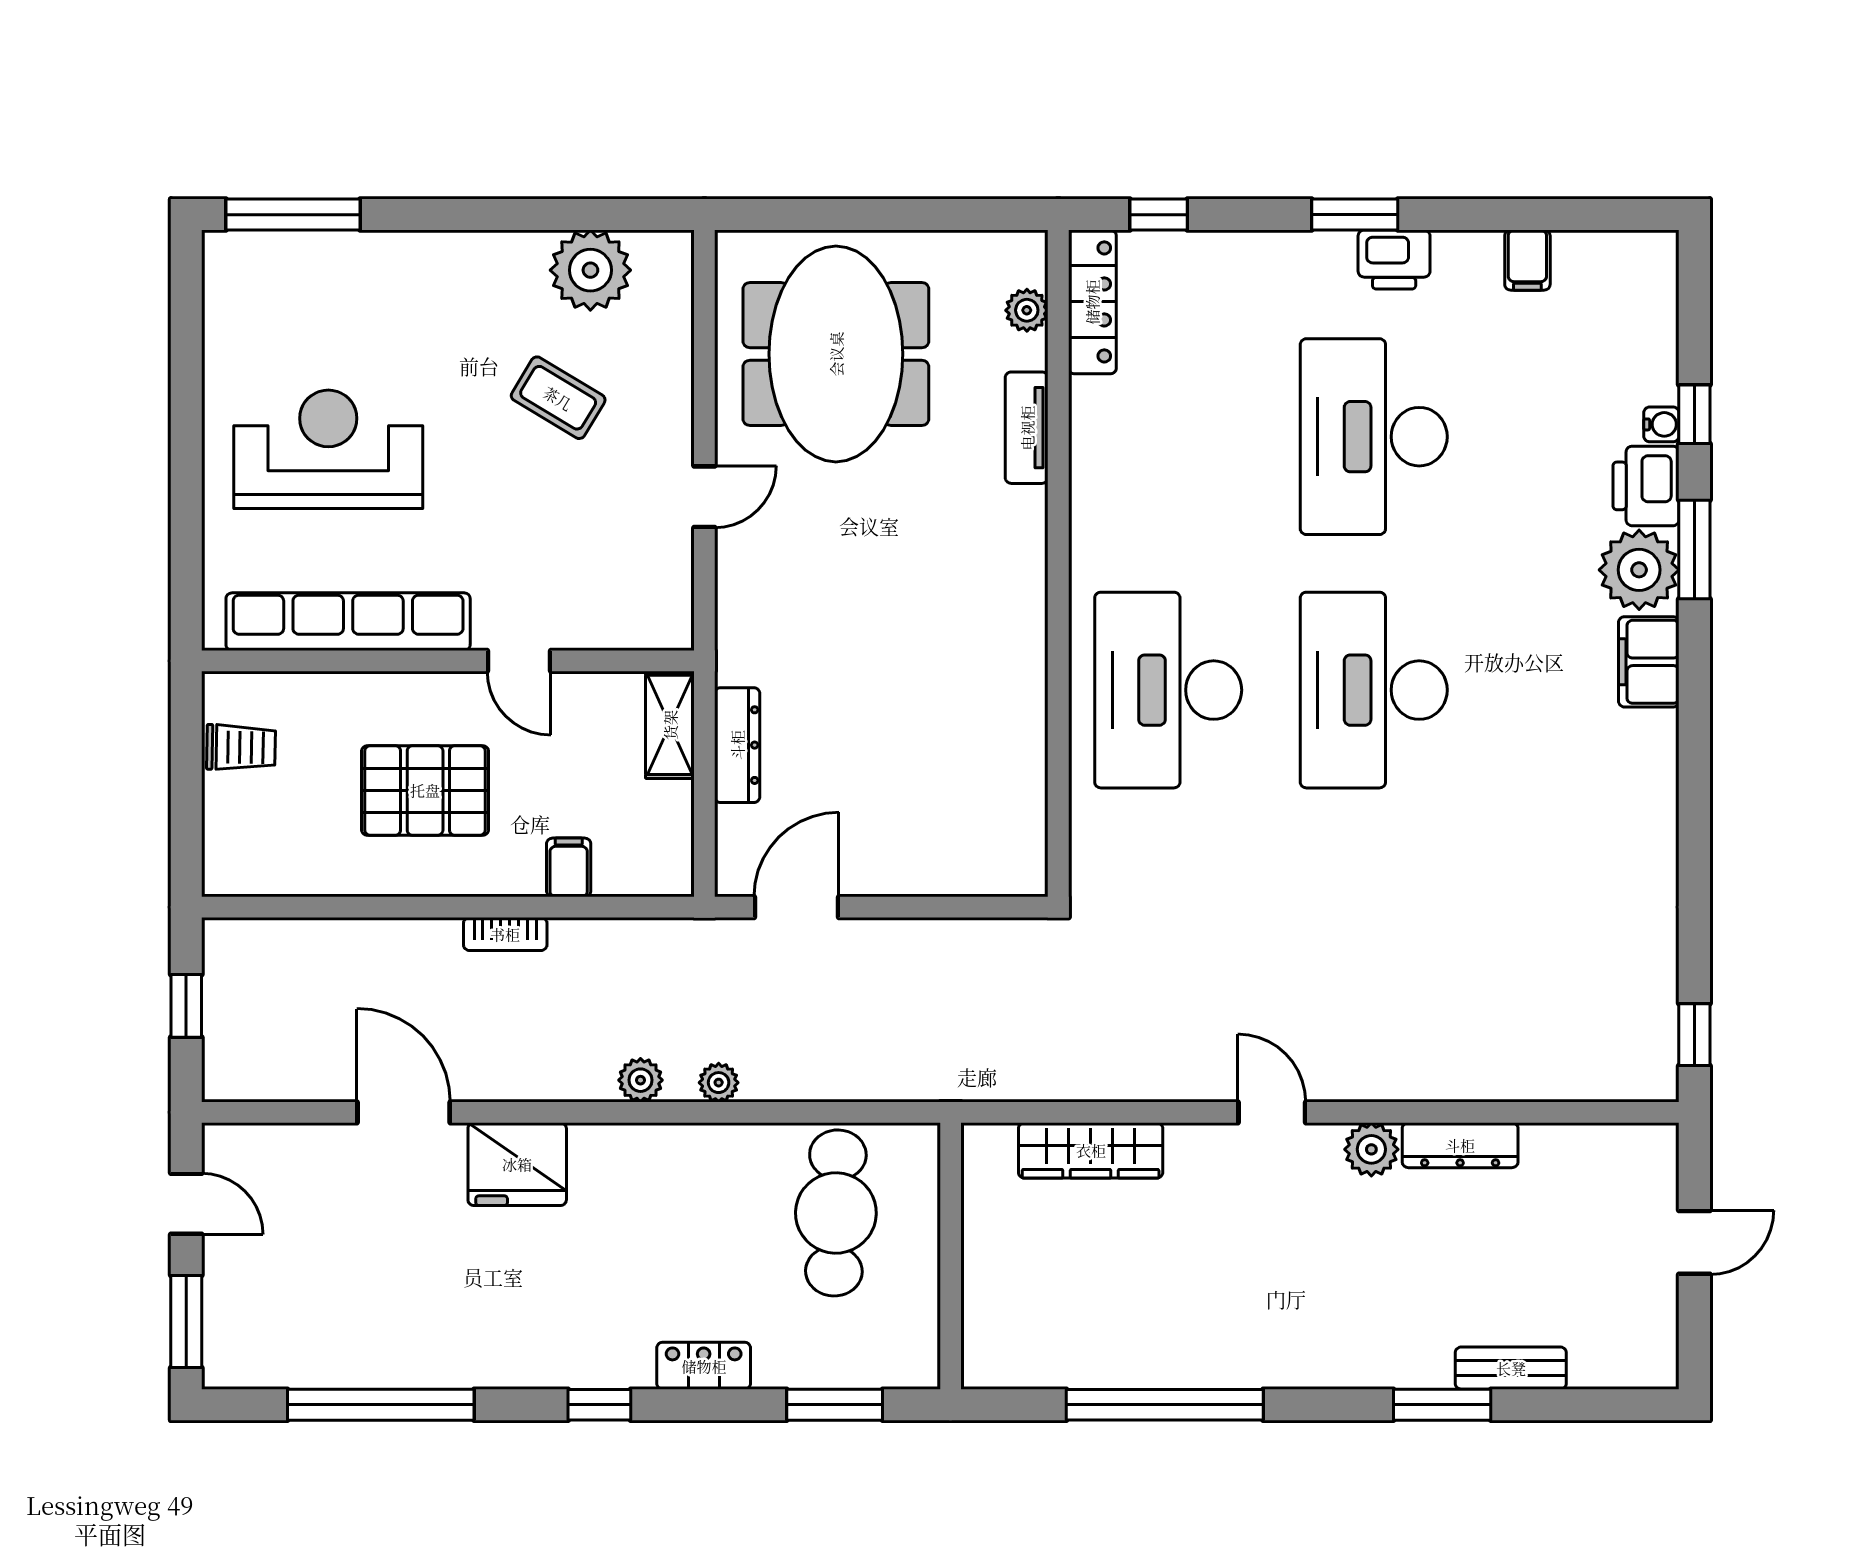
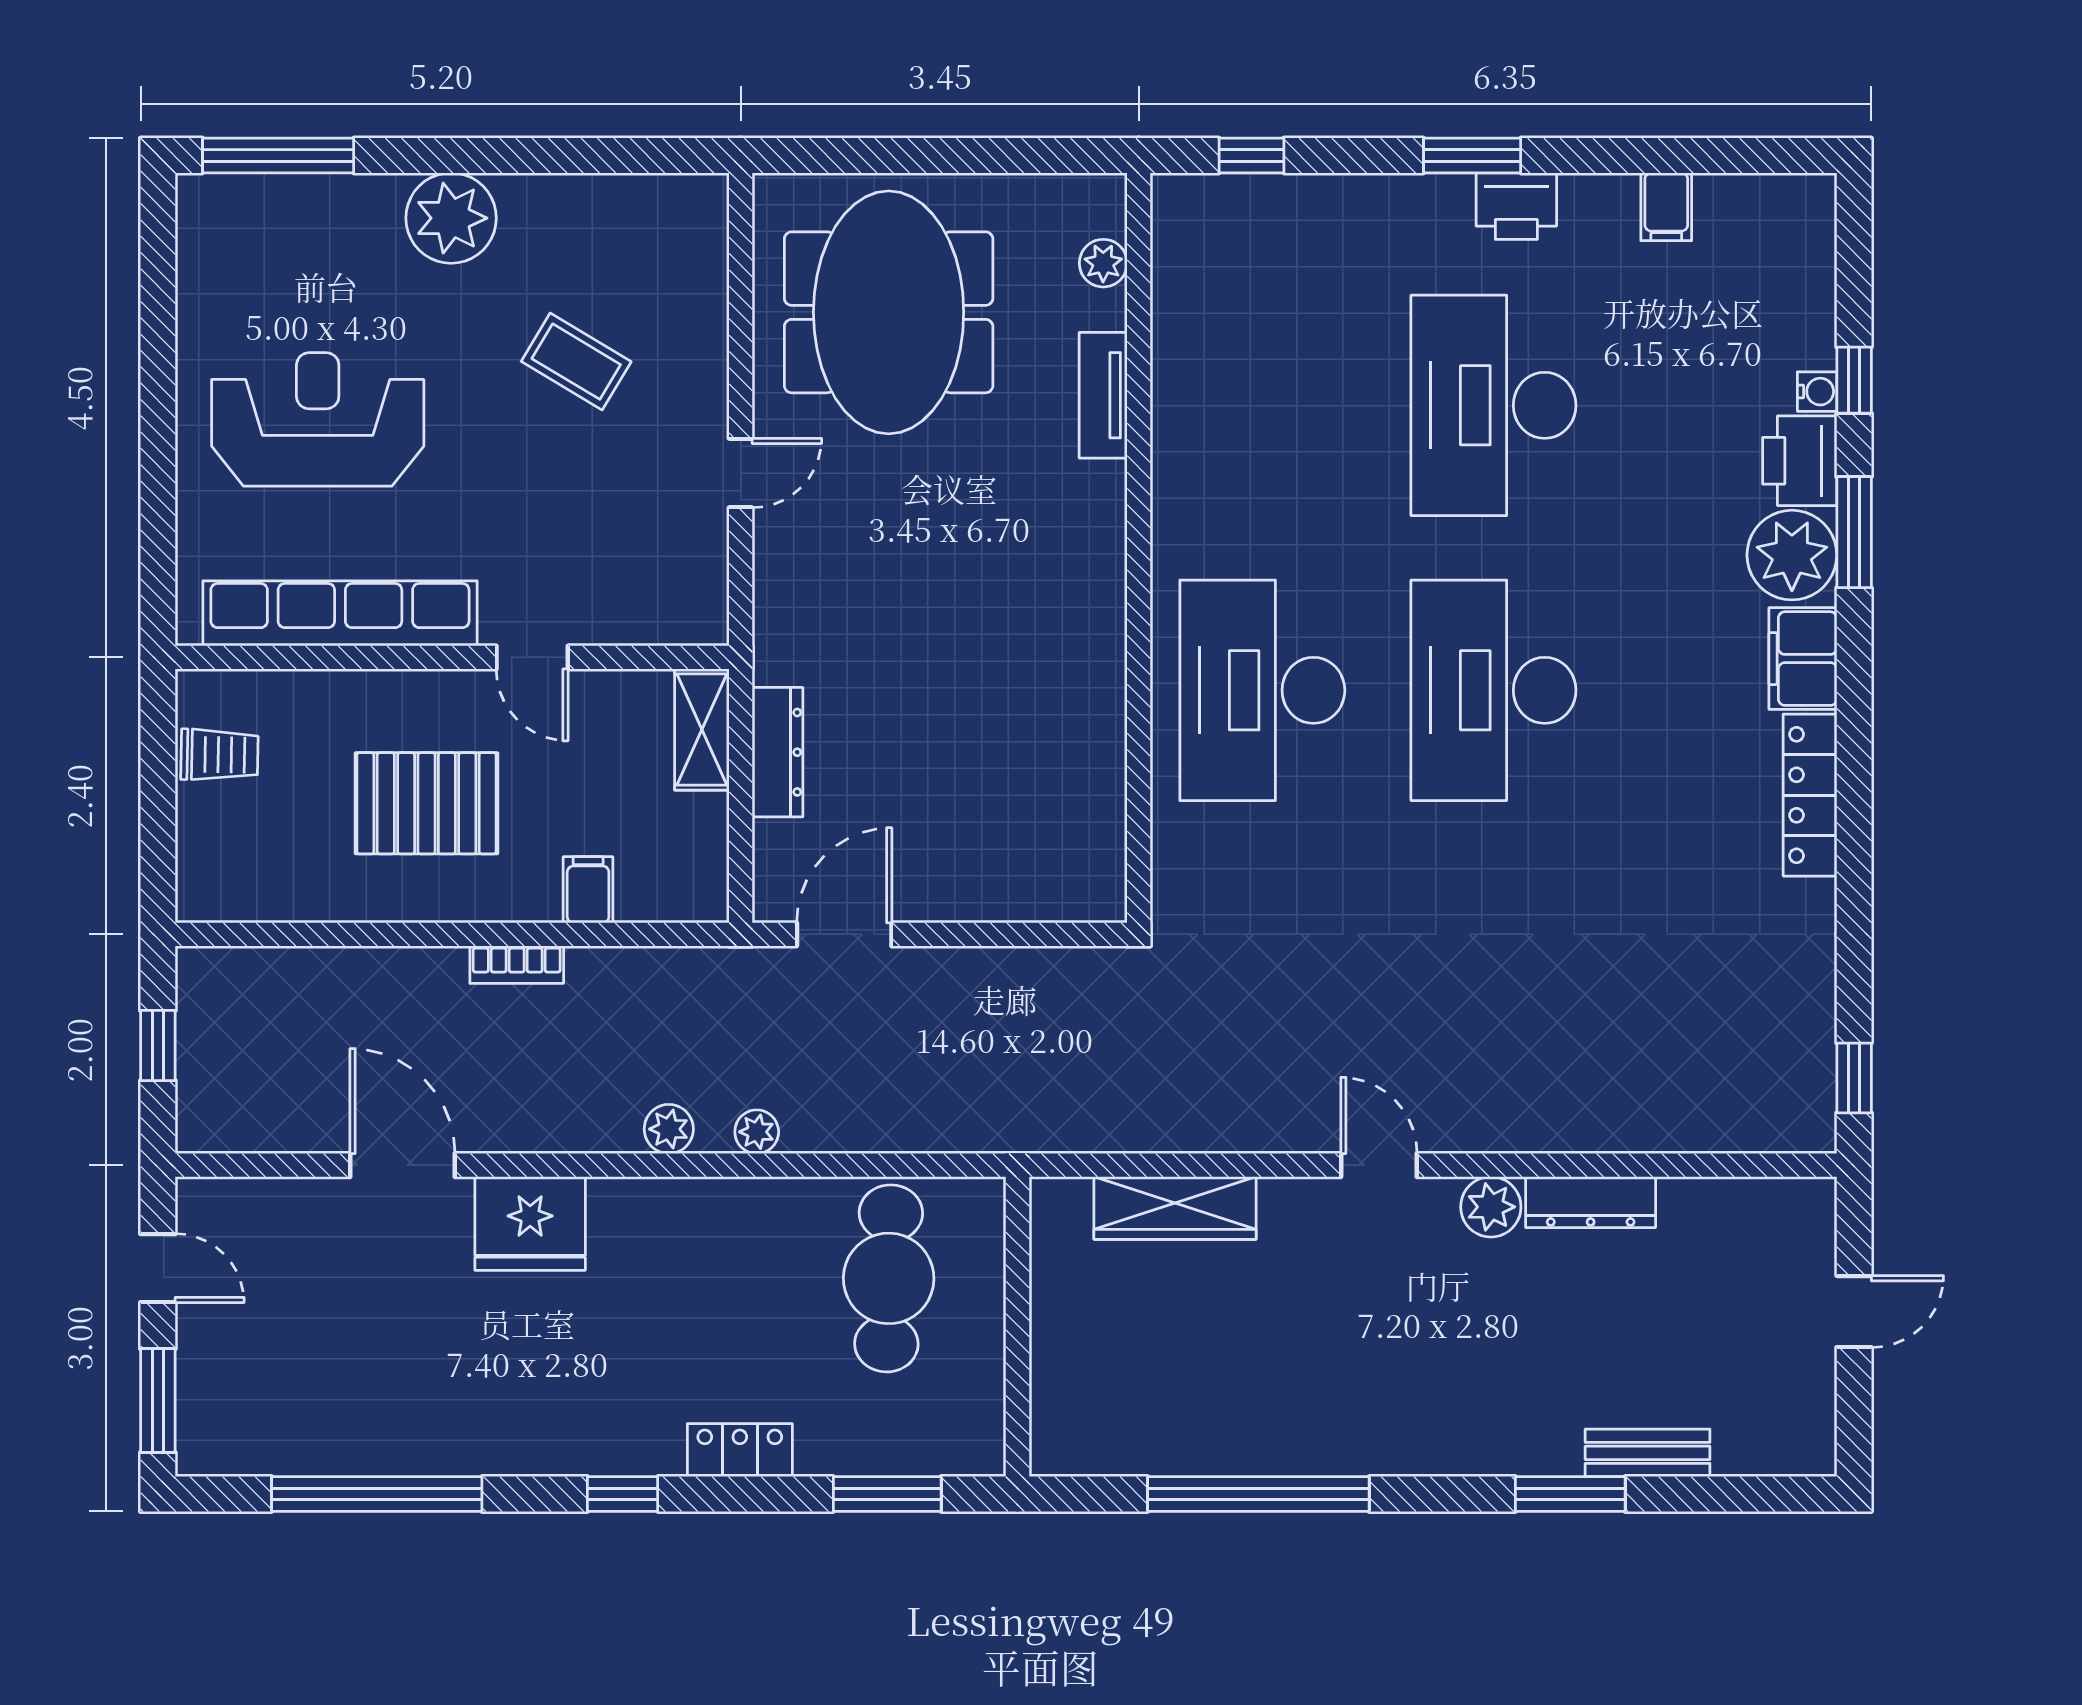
plant: (590, 270) -> (451, 218), moved
locker: (1092, 302) -> (1810, 795), moved, turned 180

